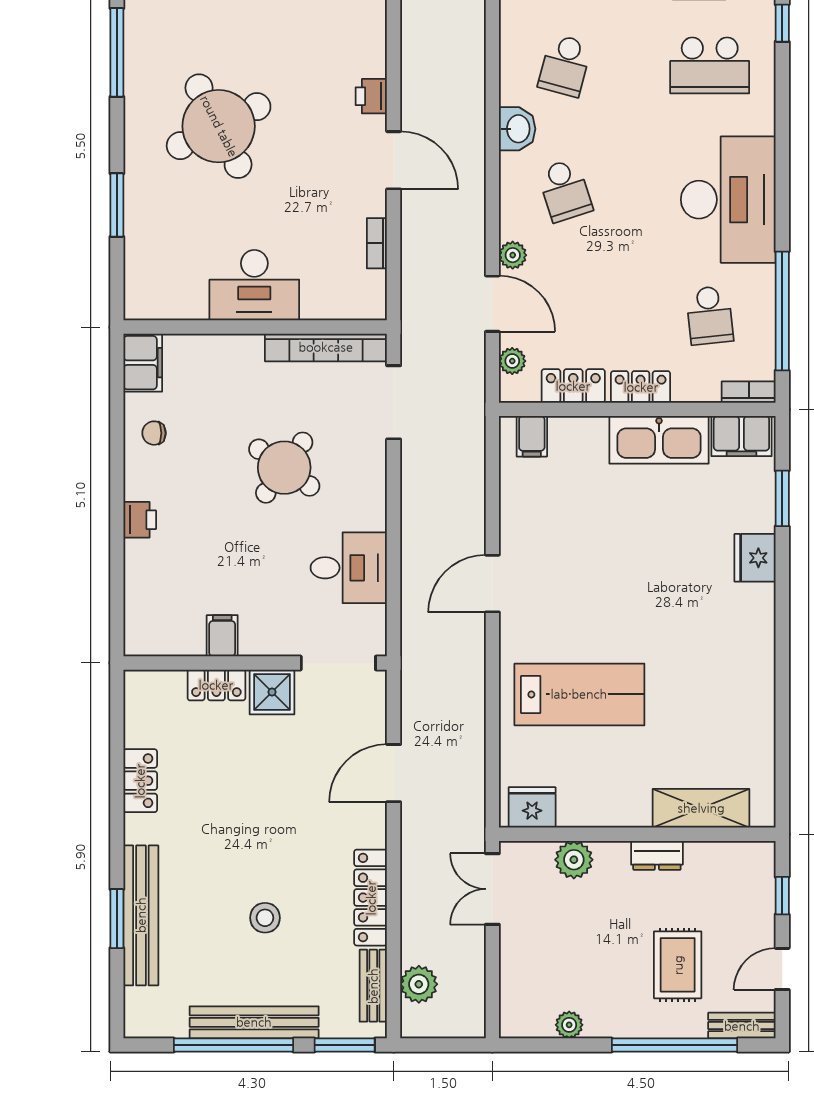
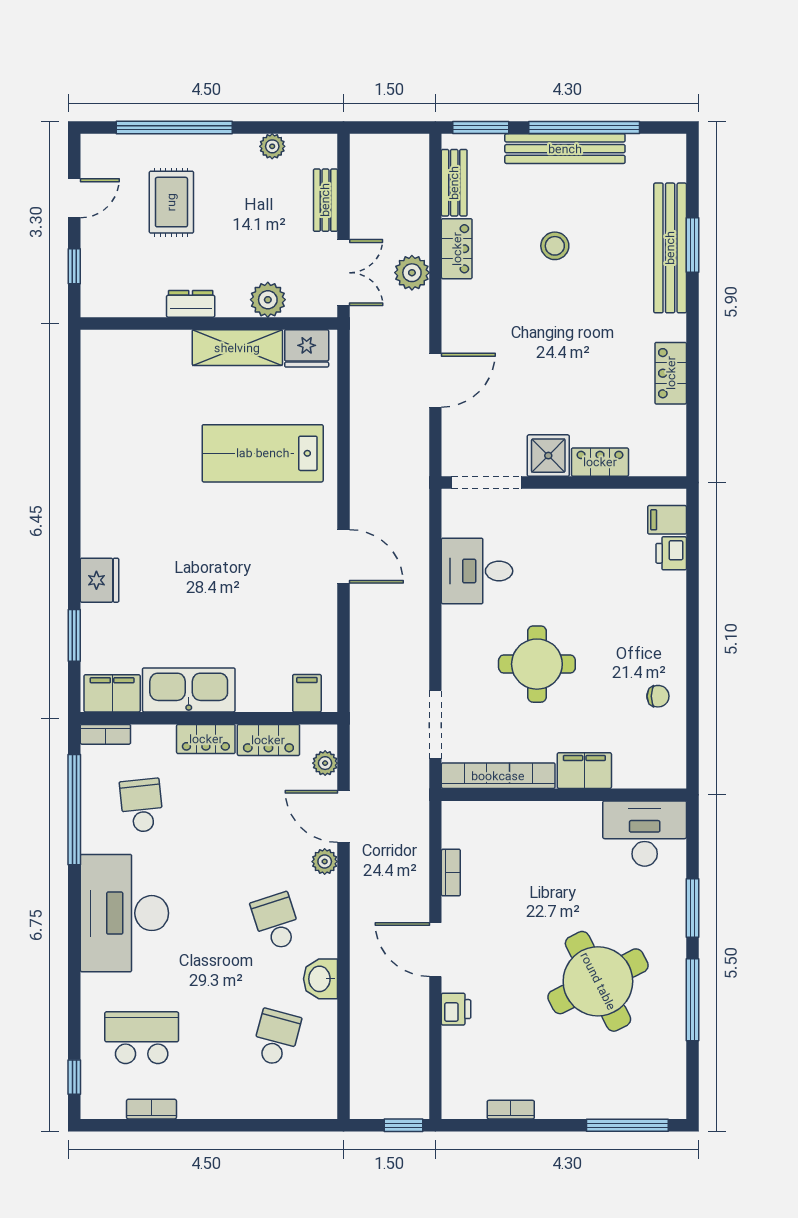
window: (117, 52) -> (692, 1000), moved
desk: (254, 285) -> (645, 834), moved
filing cabinet: (143, 363) -> (584, 771), moved, turned 90
round table: (284, 468) -> (537, 664), turned -36
printer: (140, 520) -> (671, 553), moved
door: (492, 584) -> (344, 556), hinge flipped
filing cabinet: (222, 636) -> (667, 520), moved, turned 90
shelving: (701, 808) -> (237, 348), moved
locker: (371, 898) -> (457, 249), width x0.66
plant: (419, 984) -> (412, 273), moved
bench: (742, 1026) -> (325, 200), moved, turned 90

